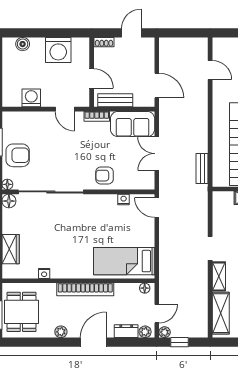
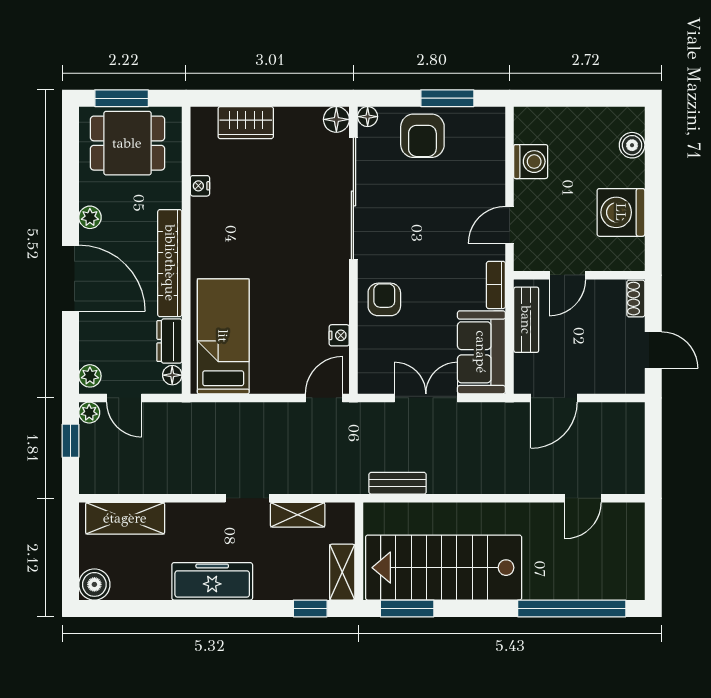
shelving: (219, 276) -> (298, 515), moved
dresser: (126, 331) -> (169, 341), moved, turned 180
door: (93, 342) -> (70, 278), width x1.36

